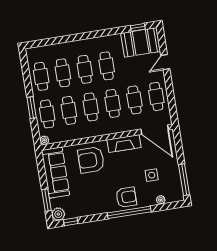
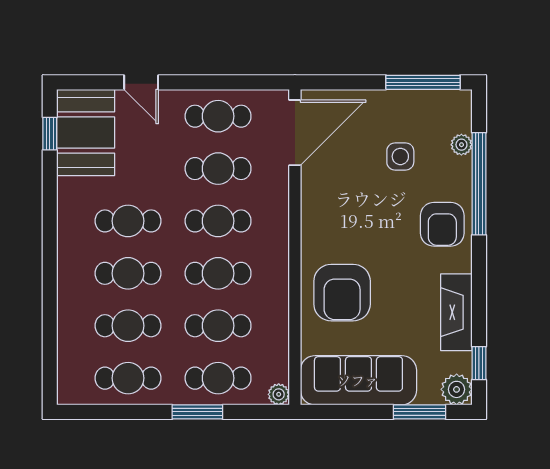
fireplace: (124, 144) -> (456, 312), moved, turned 180
armchair: (126, 197) -> (442, 224), turned 180
window: (129, 212) -> (479, 184), moved

